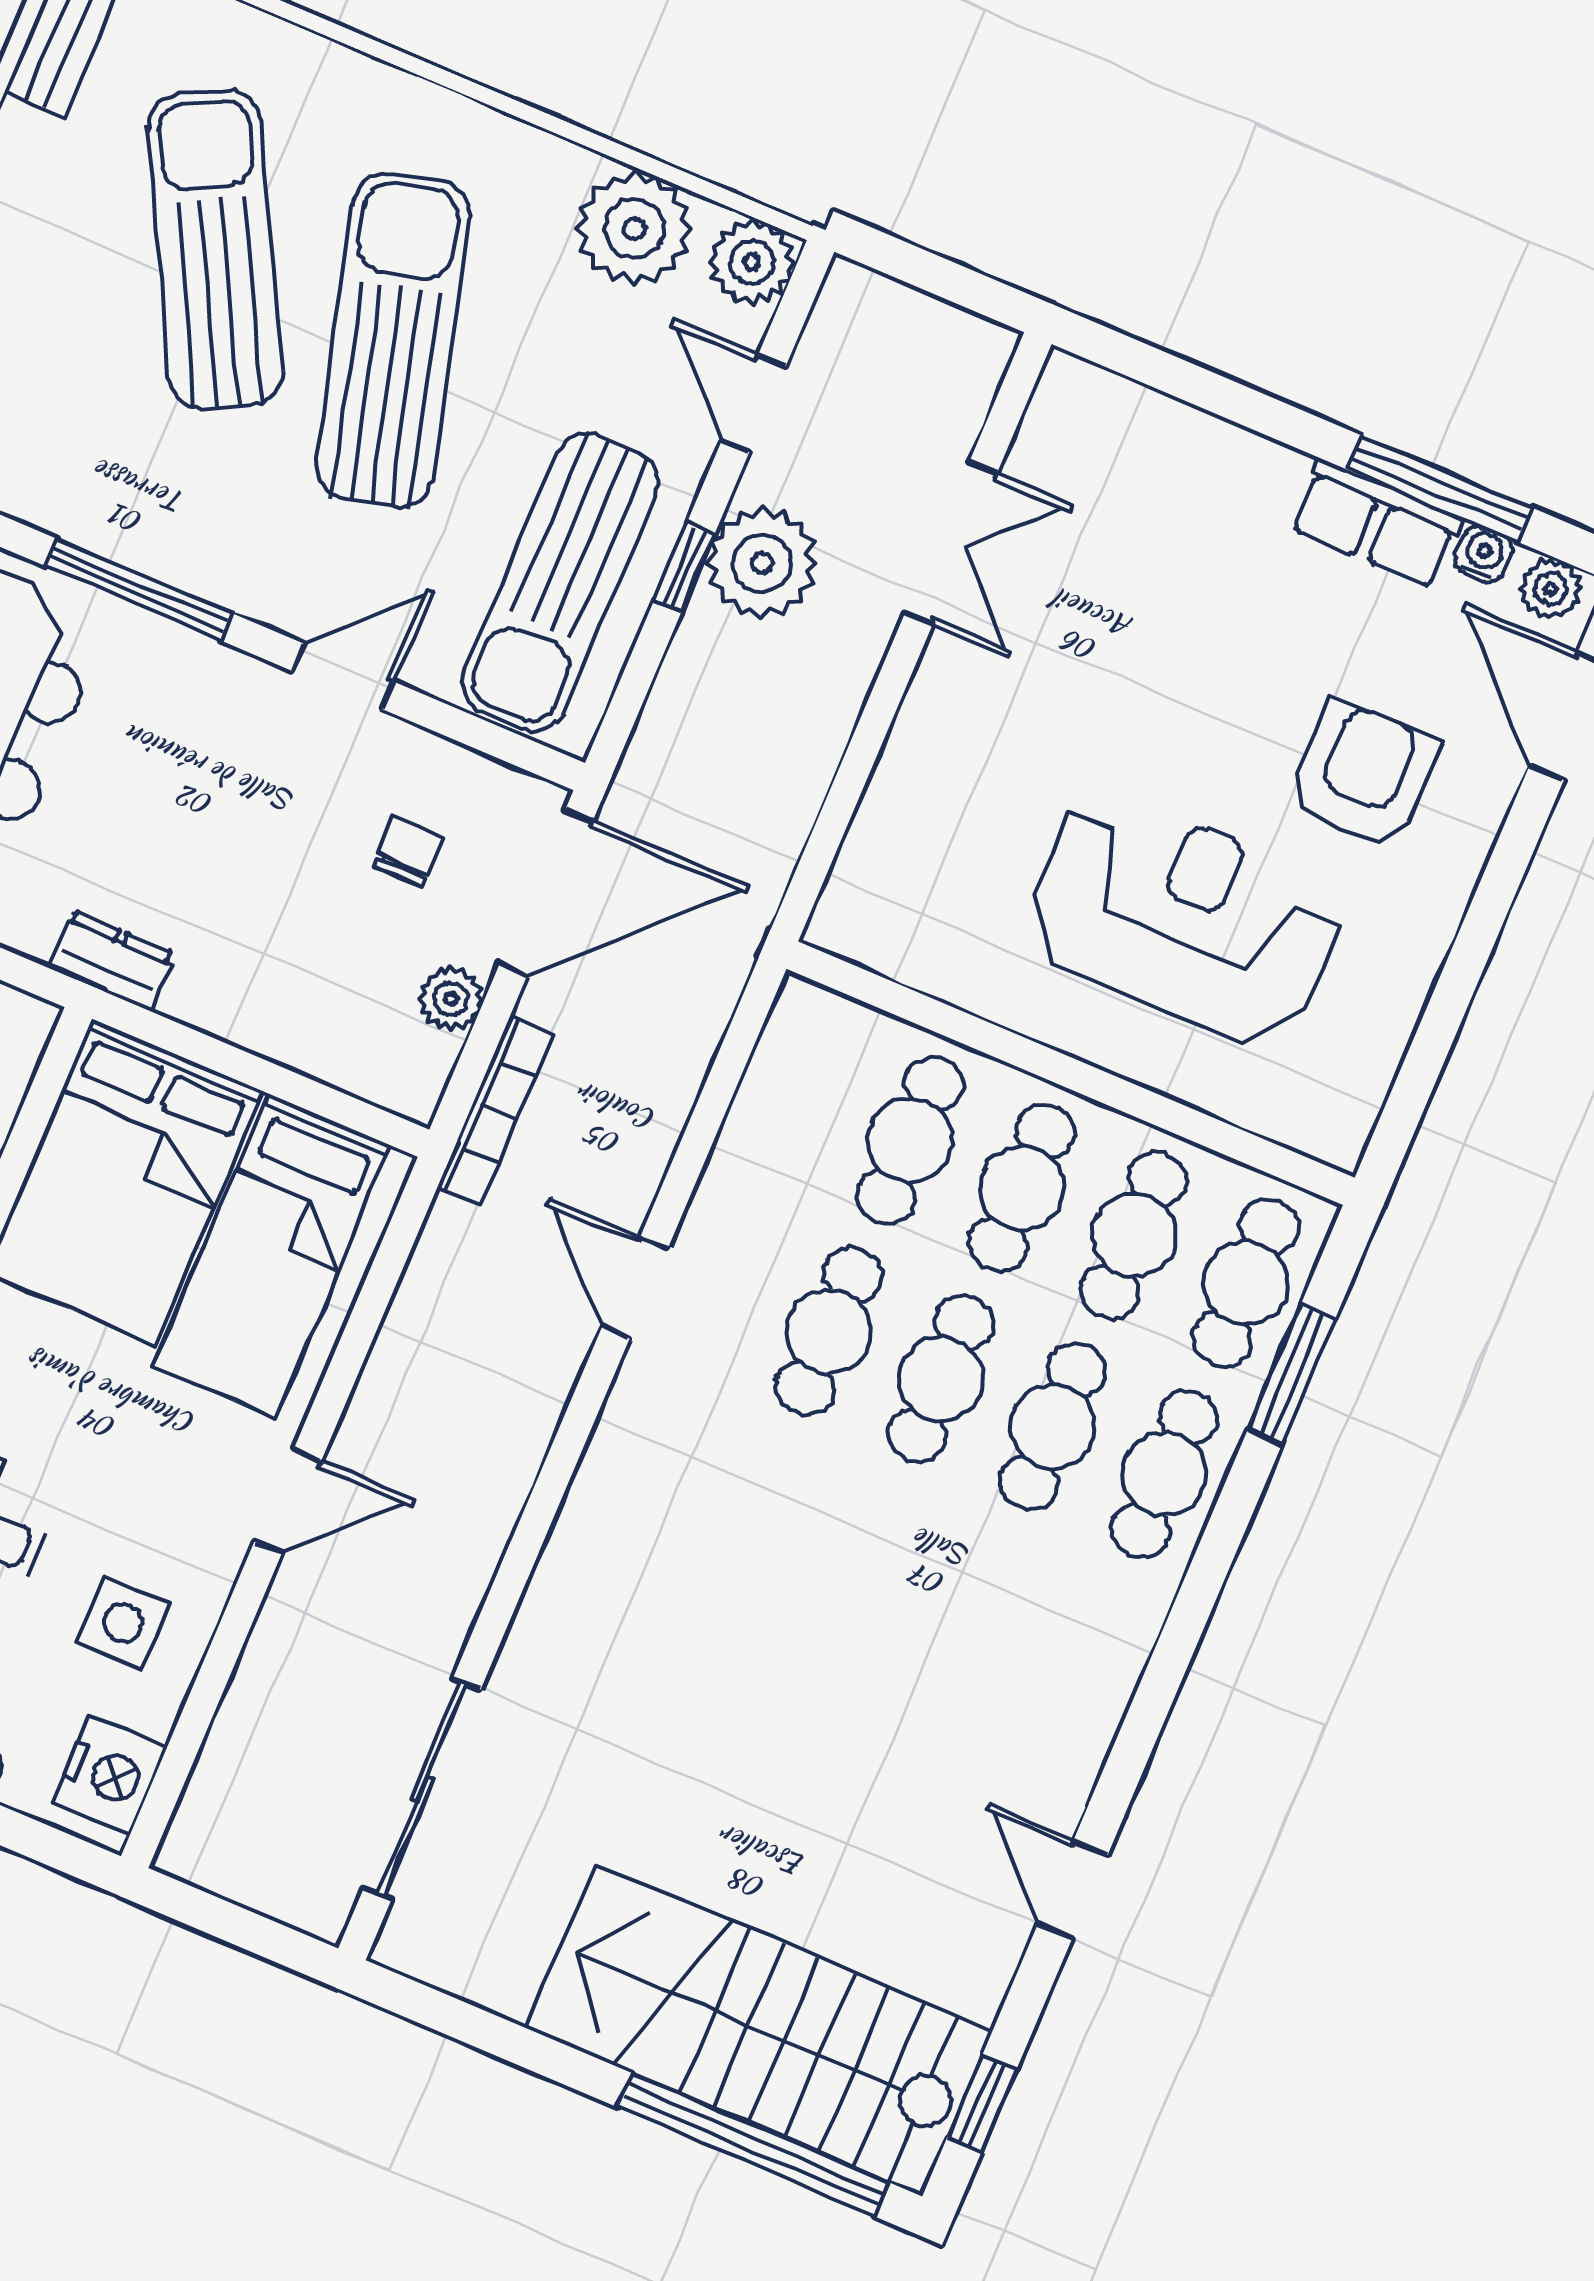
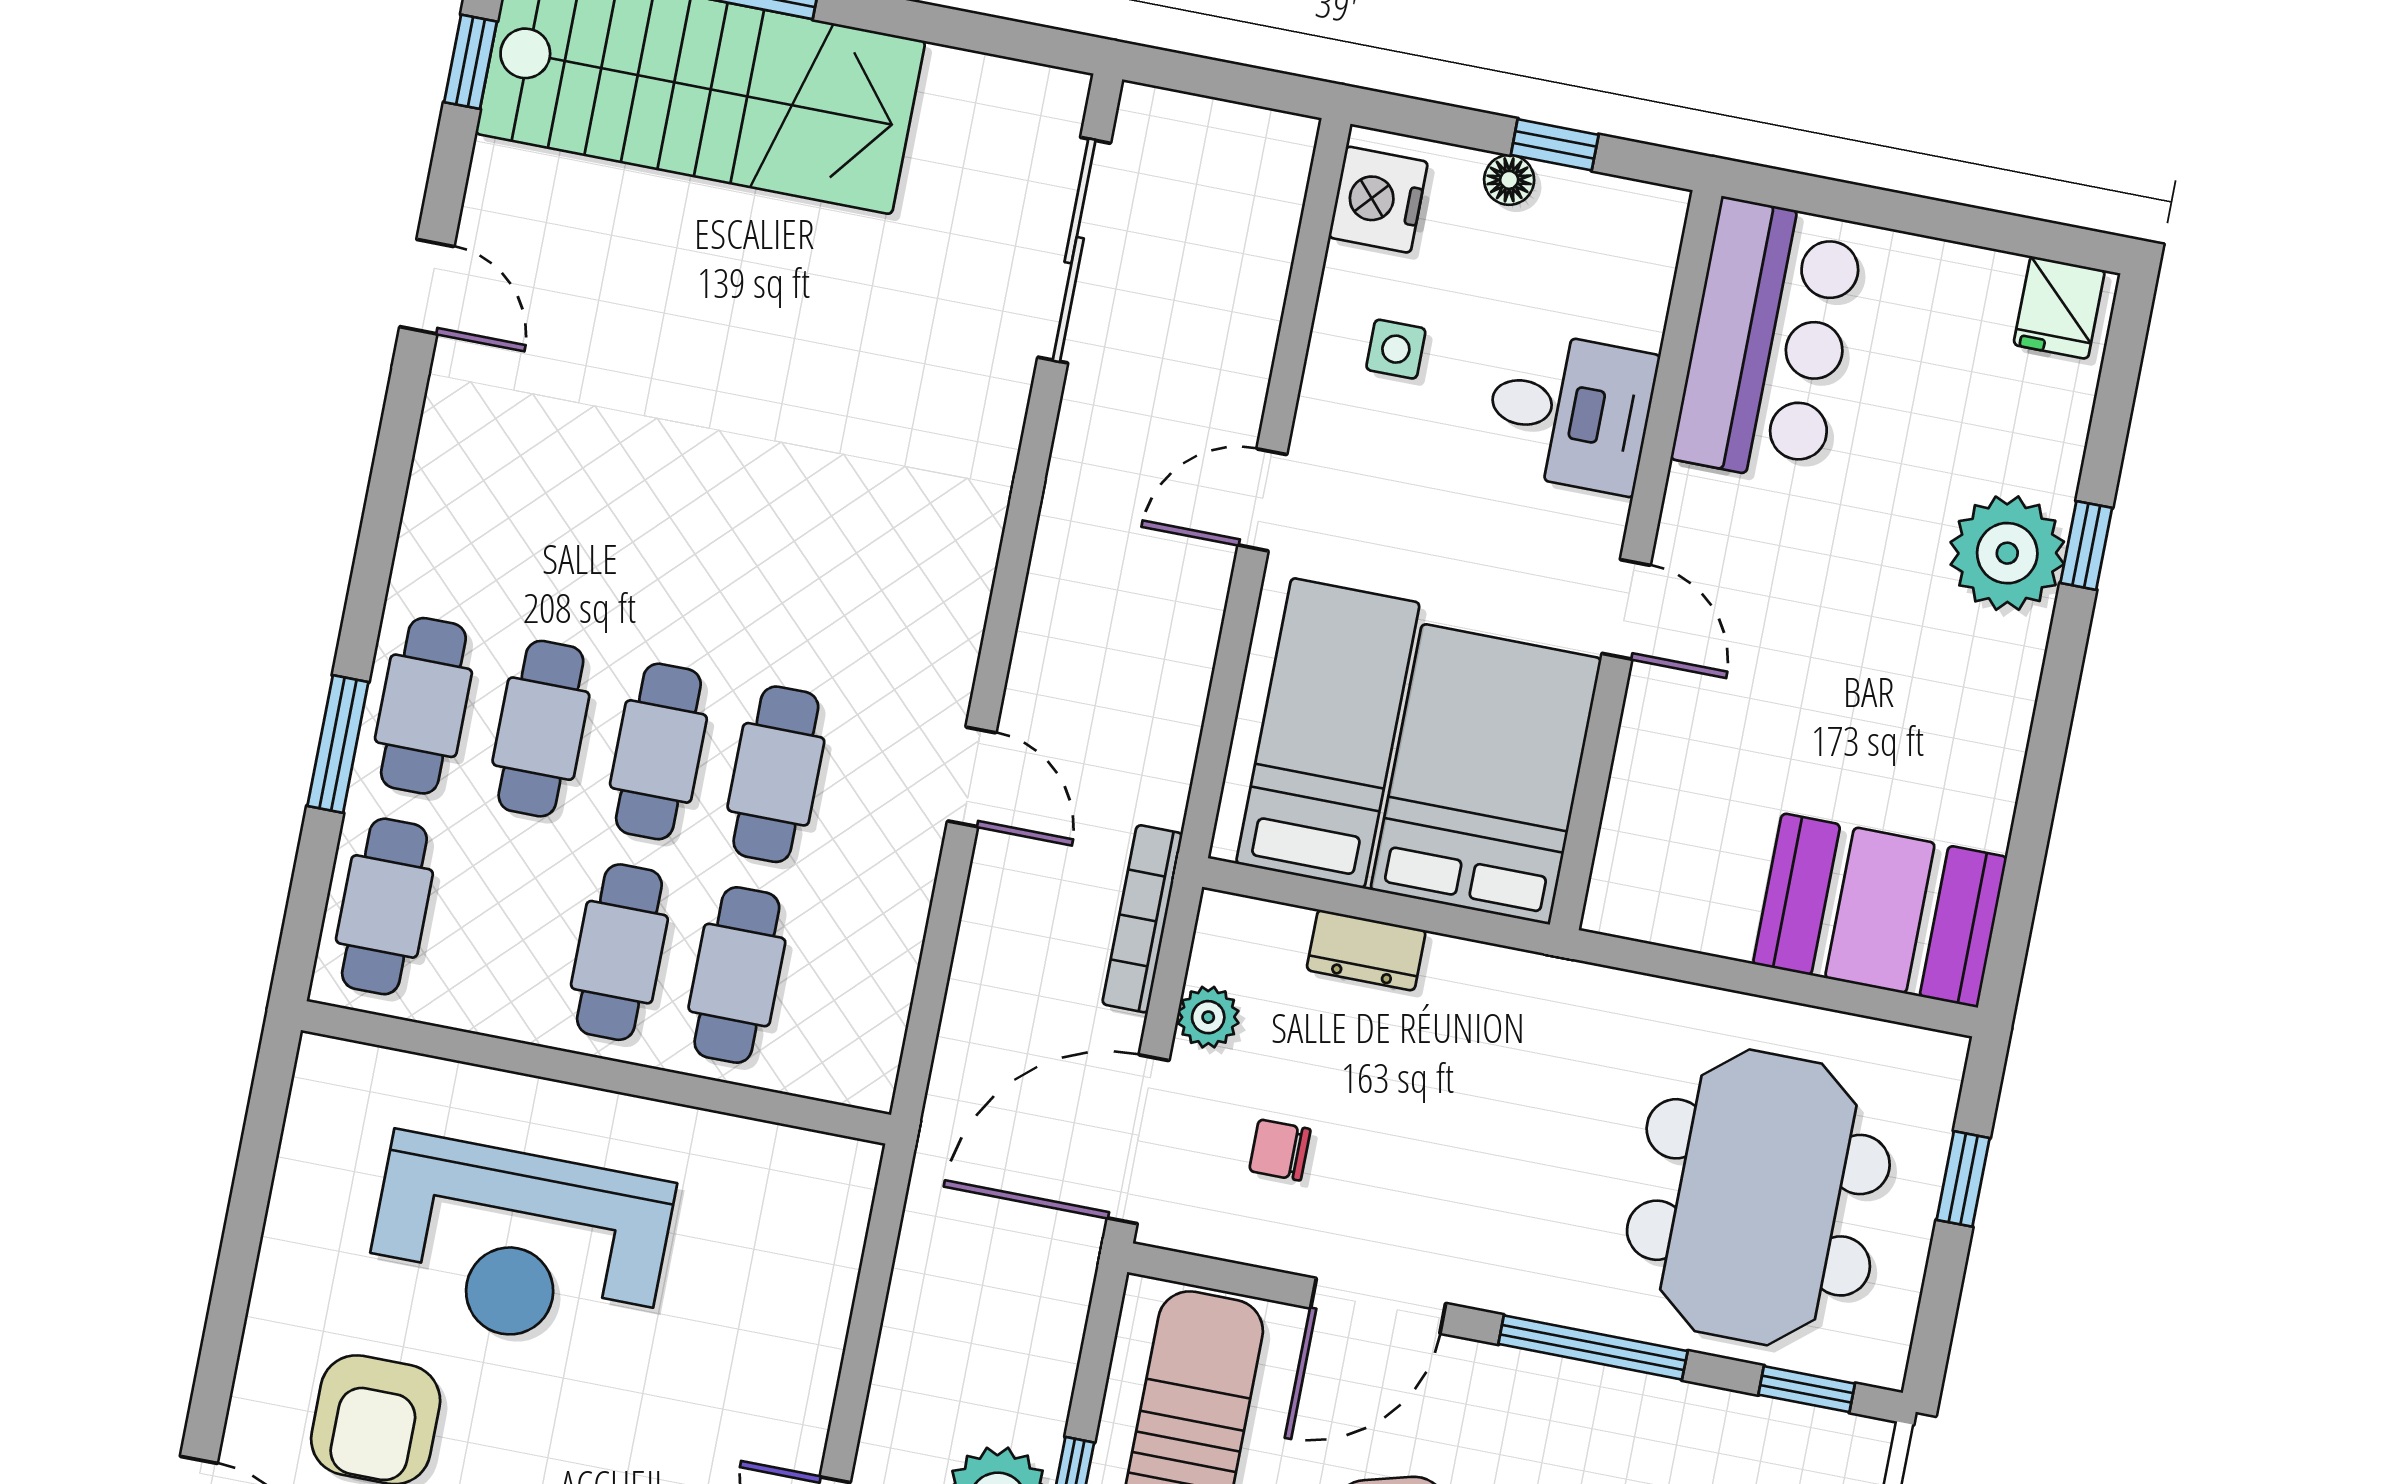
door: (343, 676) -> (1378, 1306), width x1.38
chair: (408, 852) -> (1280, 1150), turned 90
dresser: (111, 961) -> (1366, 950), moved
cafe table: (1134, 1235) -> (502, 929), removed
window: (1291, 1374) -> (338, 744), moved
side table: (123, 1623) -> (1396, 349), width x0.73, depth x0.73

